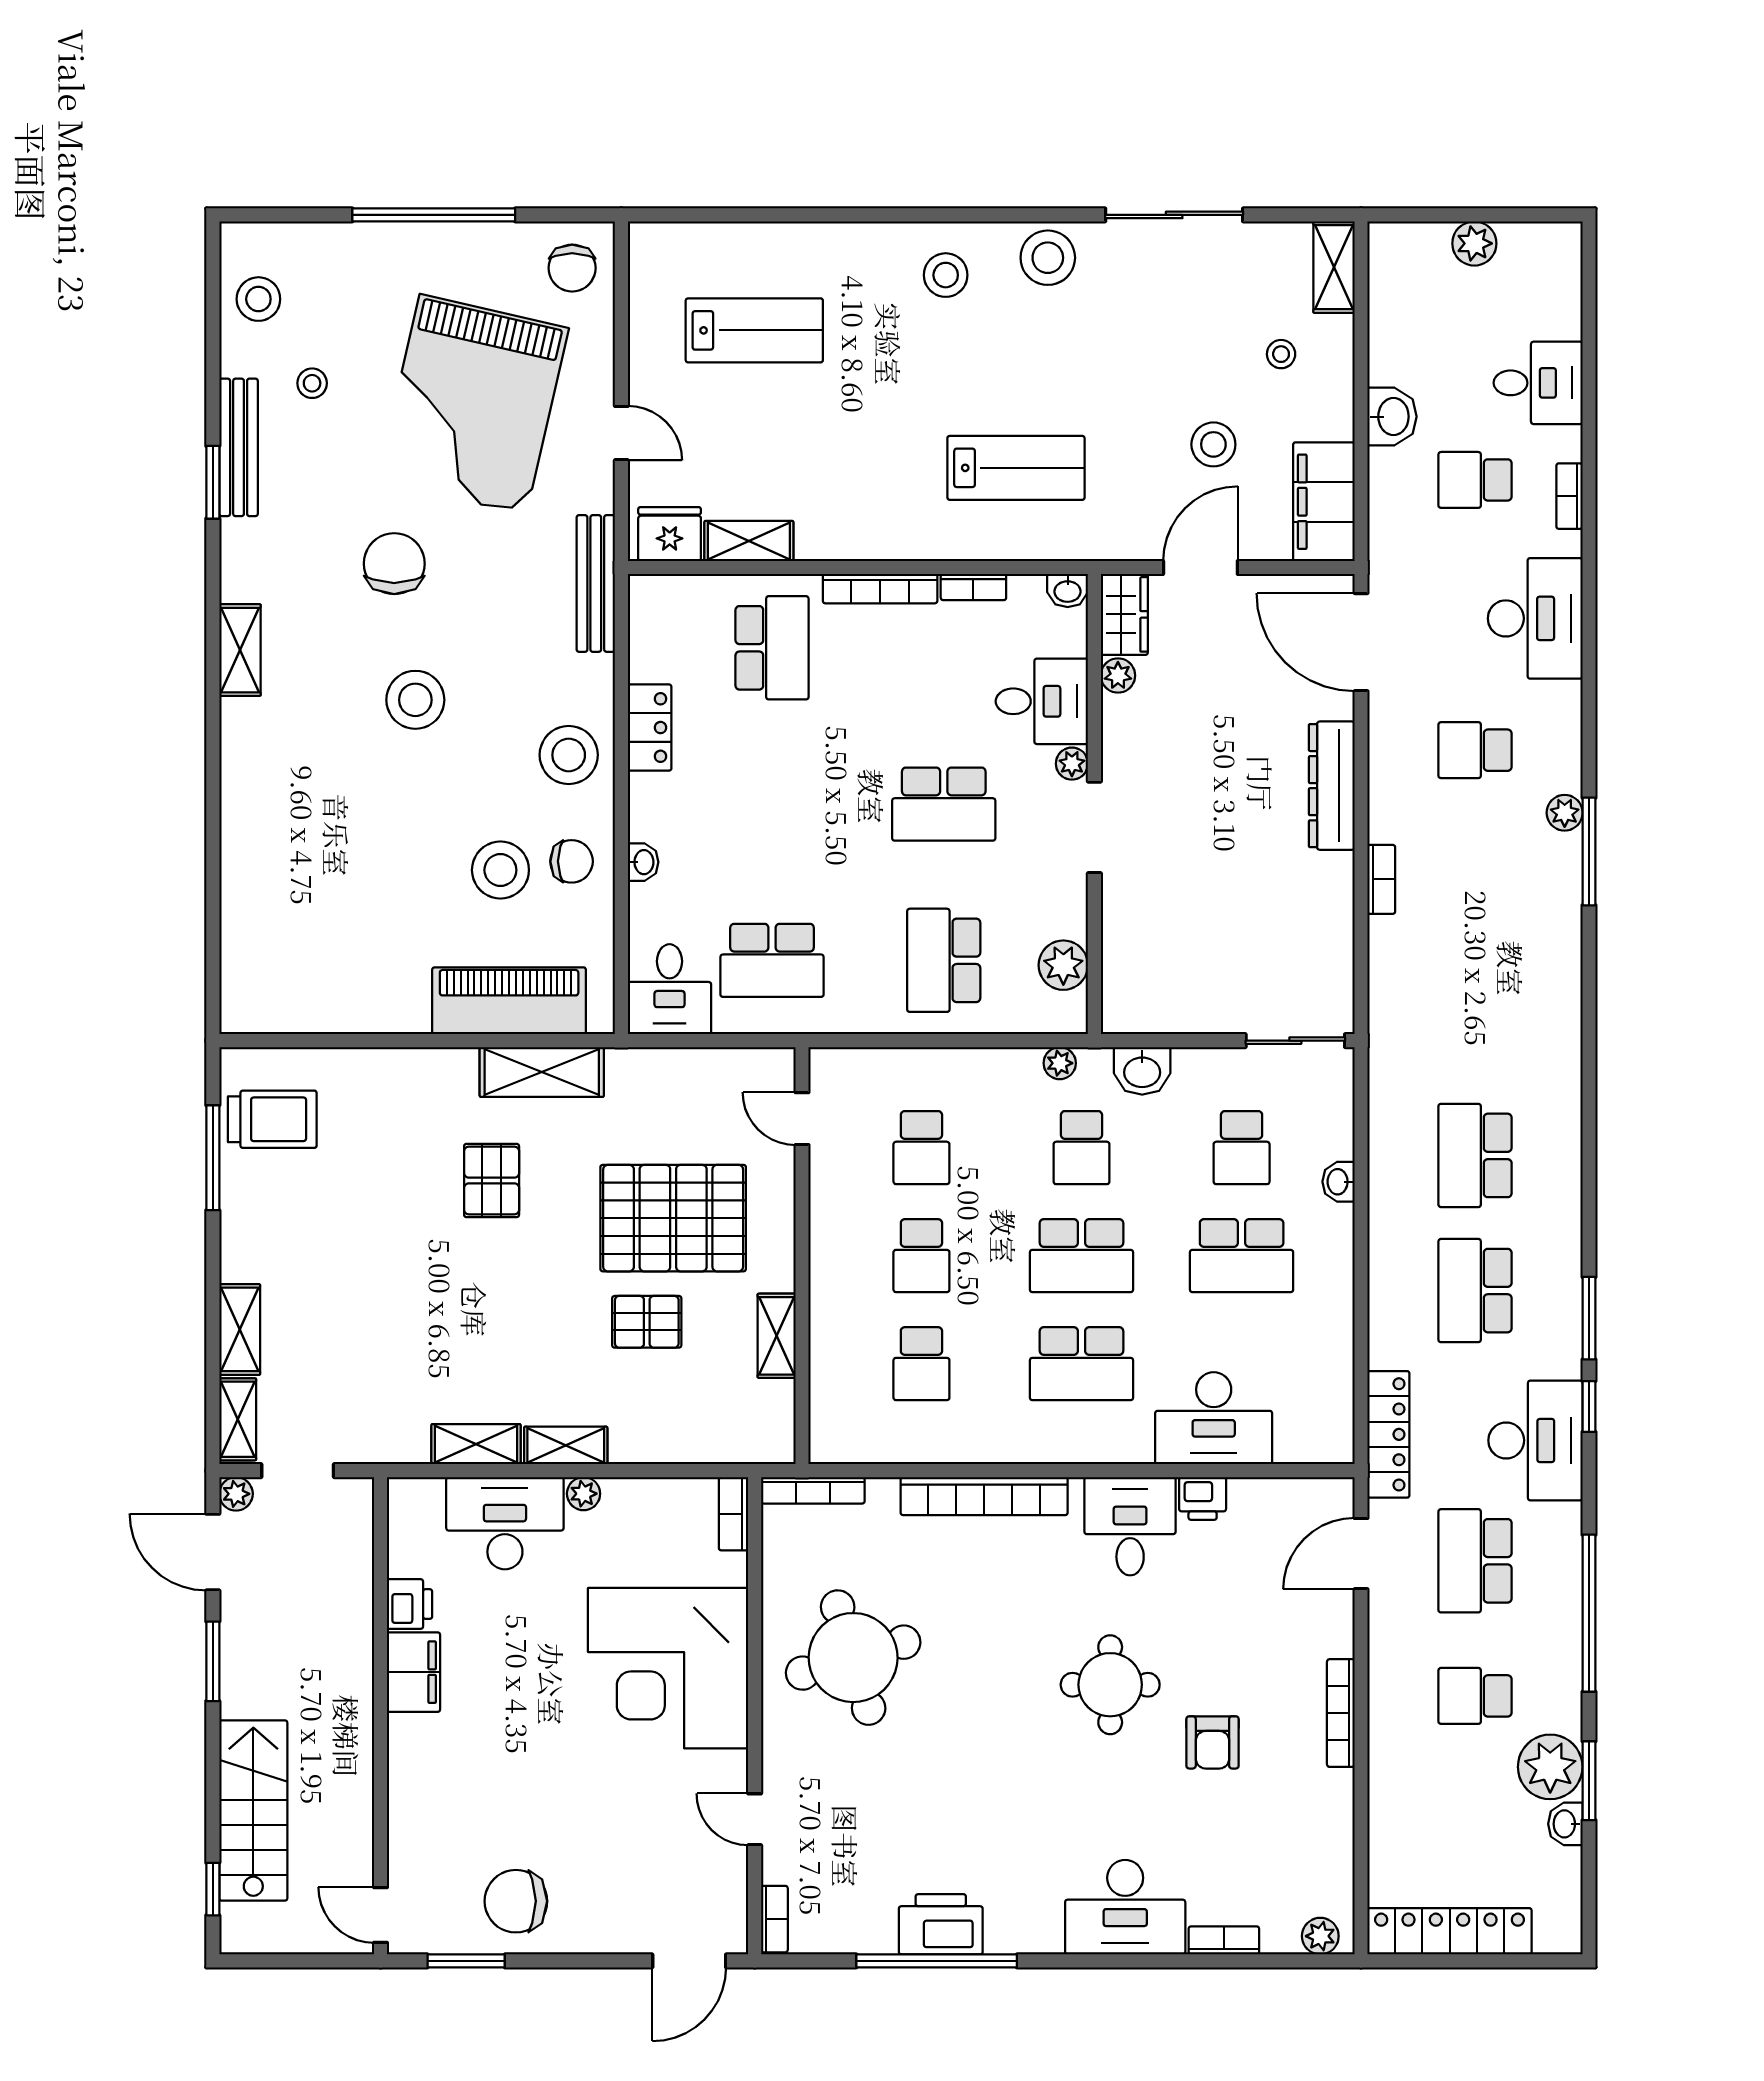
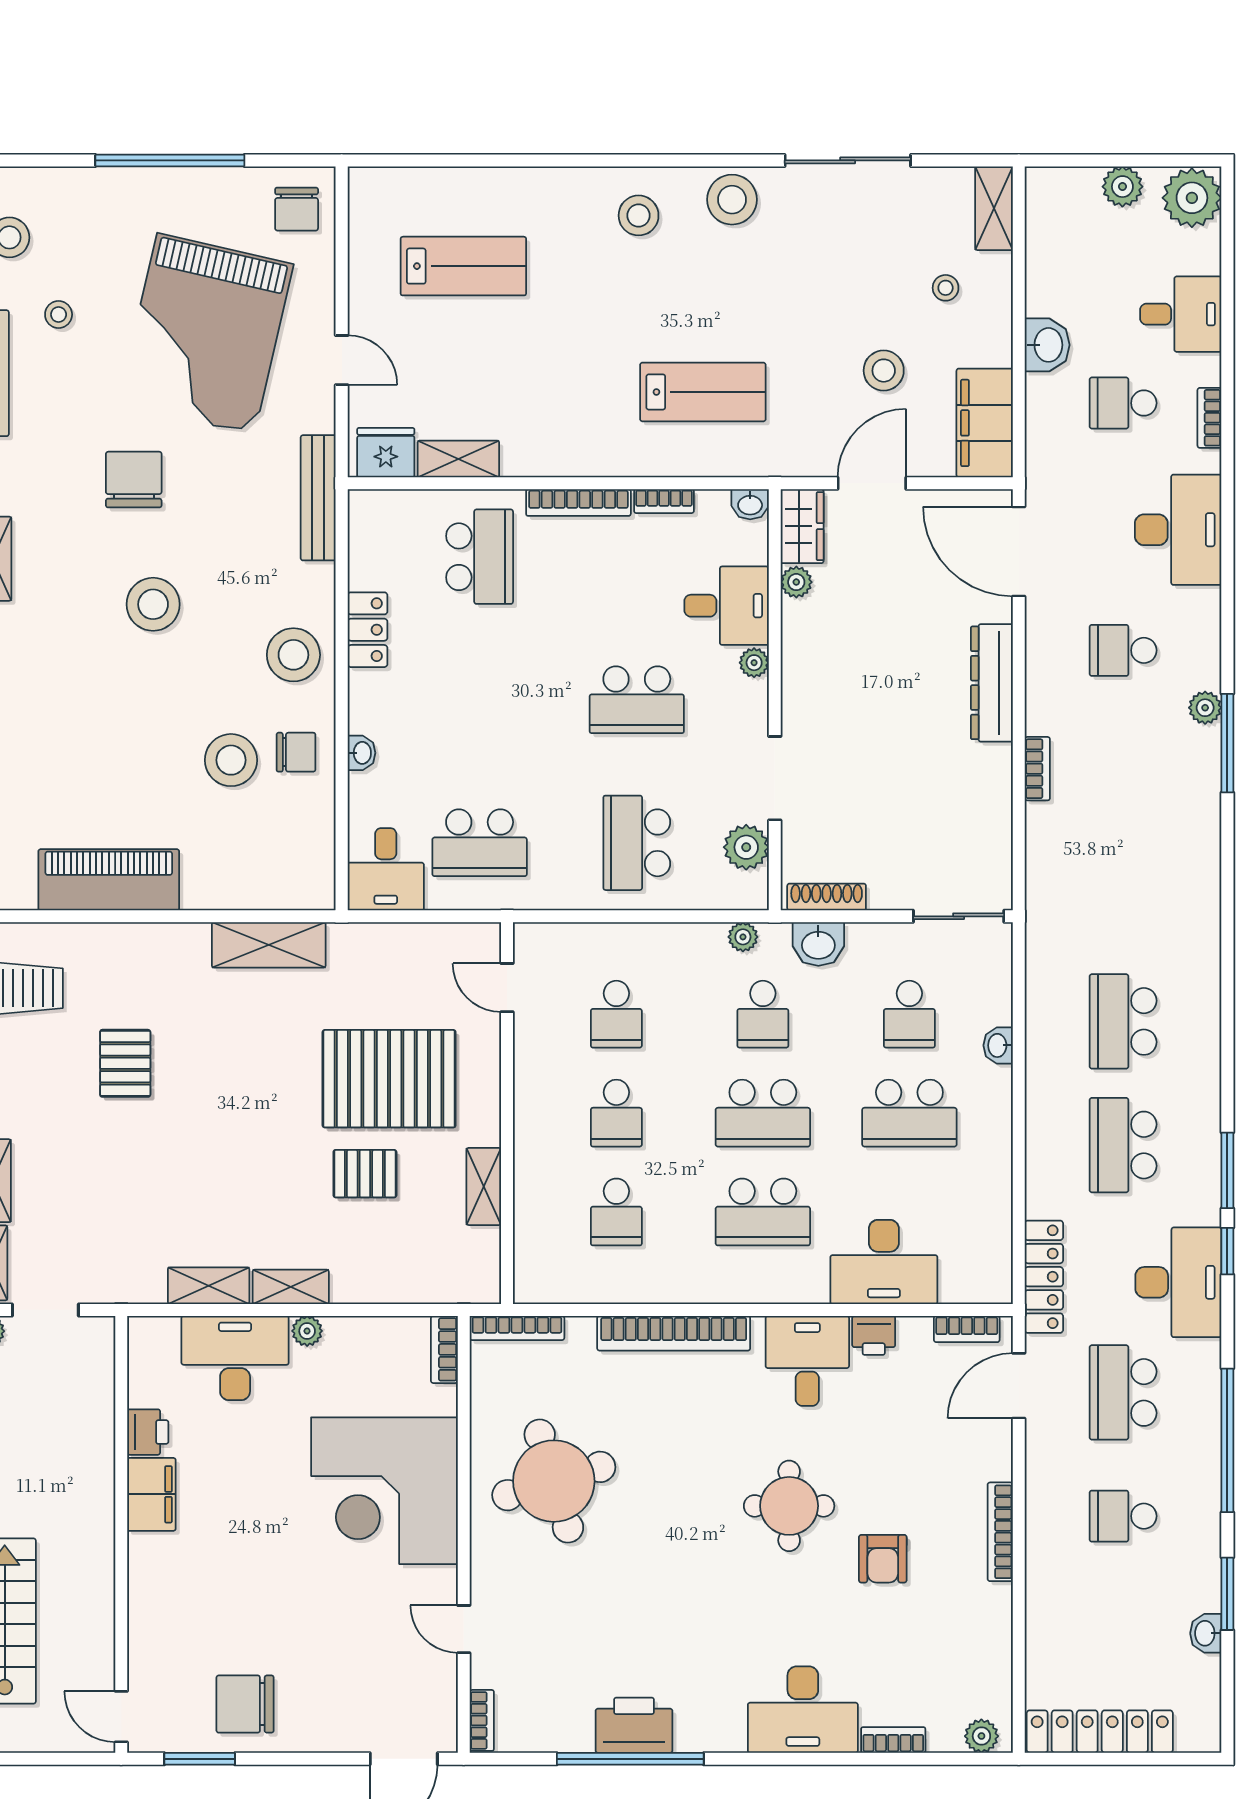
doorway: (1094, 827) -> (775, 778), moved
piano: (509, 1001) -> (109, 880), moved
shoe rack: (1151, 1020) -> (827, 897), added
pallet: (492, 1181) -> (125, 1063), moved
bookcase: (1304, 1491) -> (967, 1329), added
plant: (1550, 1767) -> (1192, 198), moved

